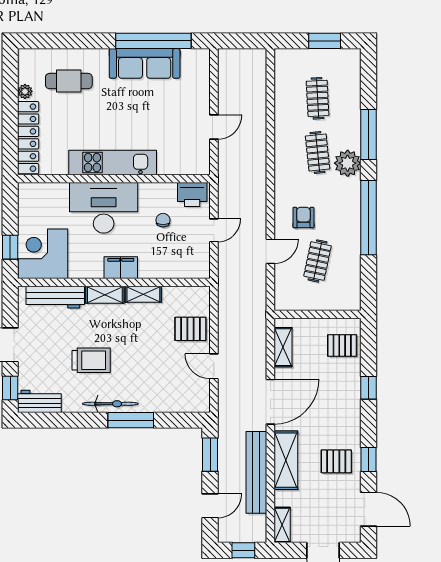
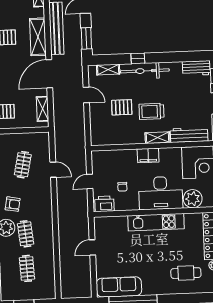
sofa: (145, 63) -> (119, 287), moved
plant: (54, 197) -> (193, 199), added
armchair: (303, 218) -> (13, 204), moved, turned -80
door: (270, 251) -> (53, 170), swing flipped
shelving: (143, 294) -> (108, 70), moved
pallet: (190, 329) -> (122, 107), moved
trolley: (91, 360) -> (151, 111), moved
bicycle: (110, 404) -> (145, 71), width x1.37, depth x1.40
window: (131, 420) -> (138, 58), width x0.46

